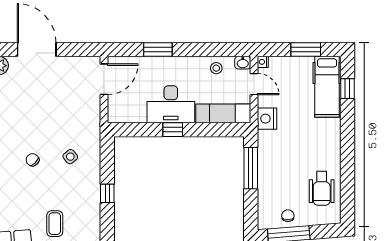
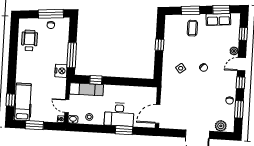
desk: (171, 104) -> (119, 114), moved, turned 180
nightstand: (267, 119) -> (61, 71), moved
window: (173, 130) -> (96, 80), moved

